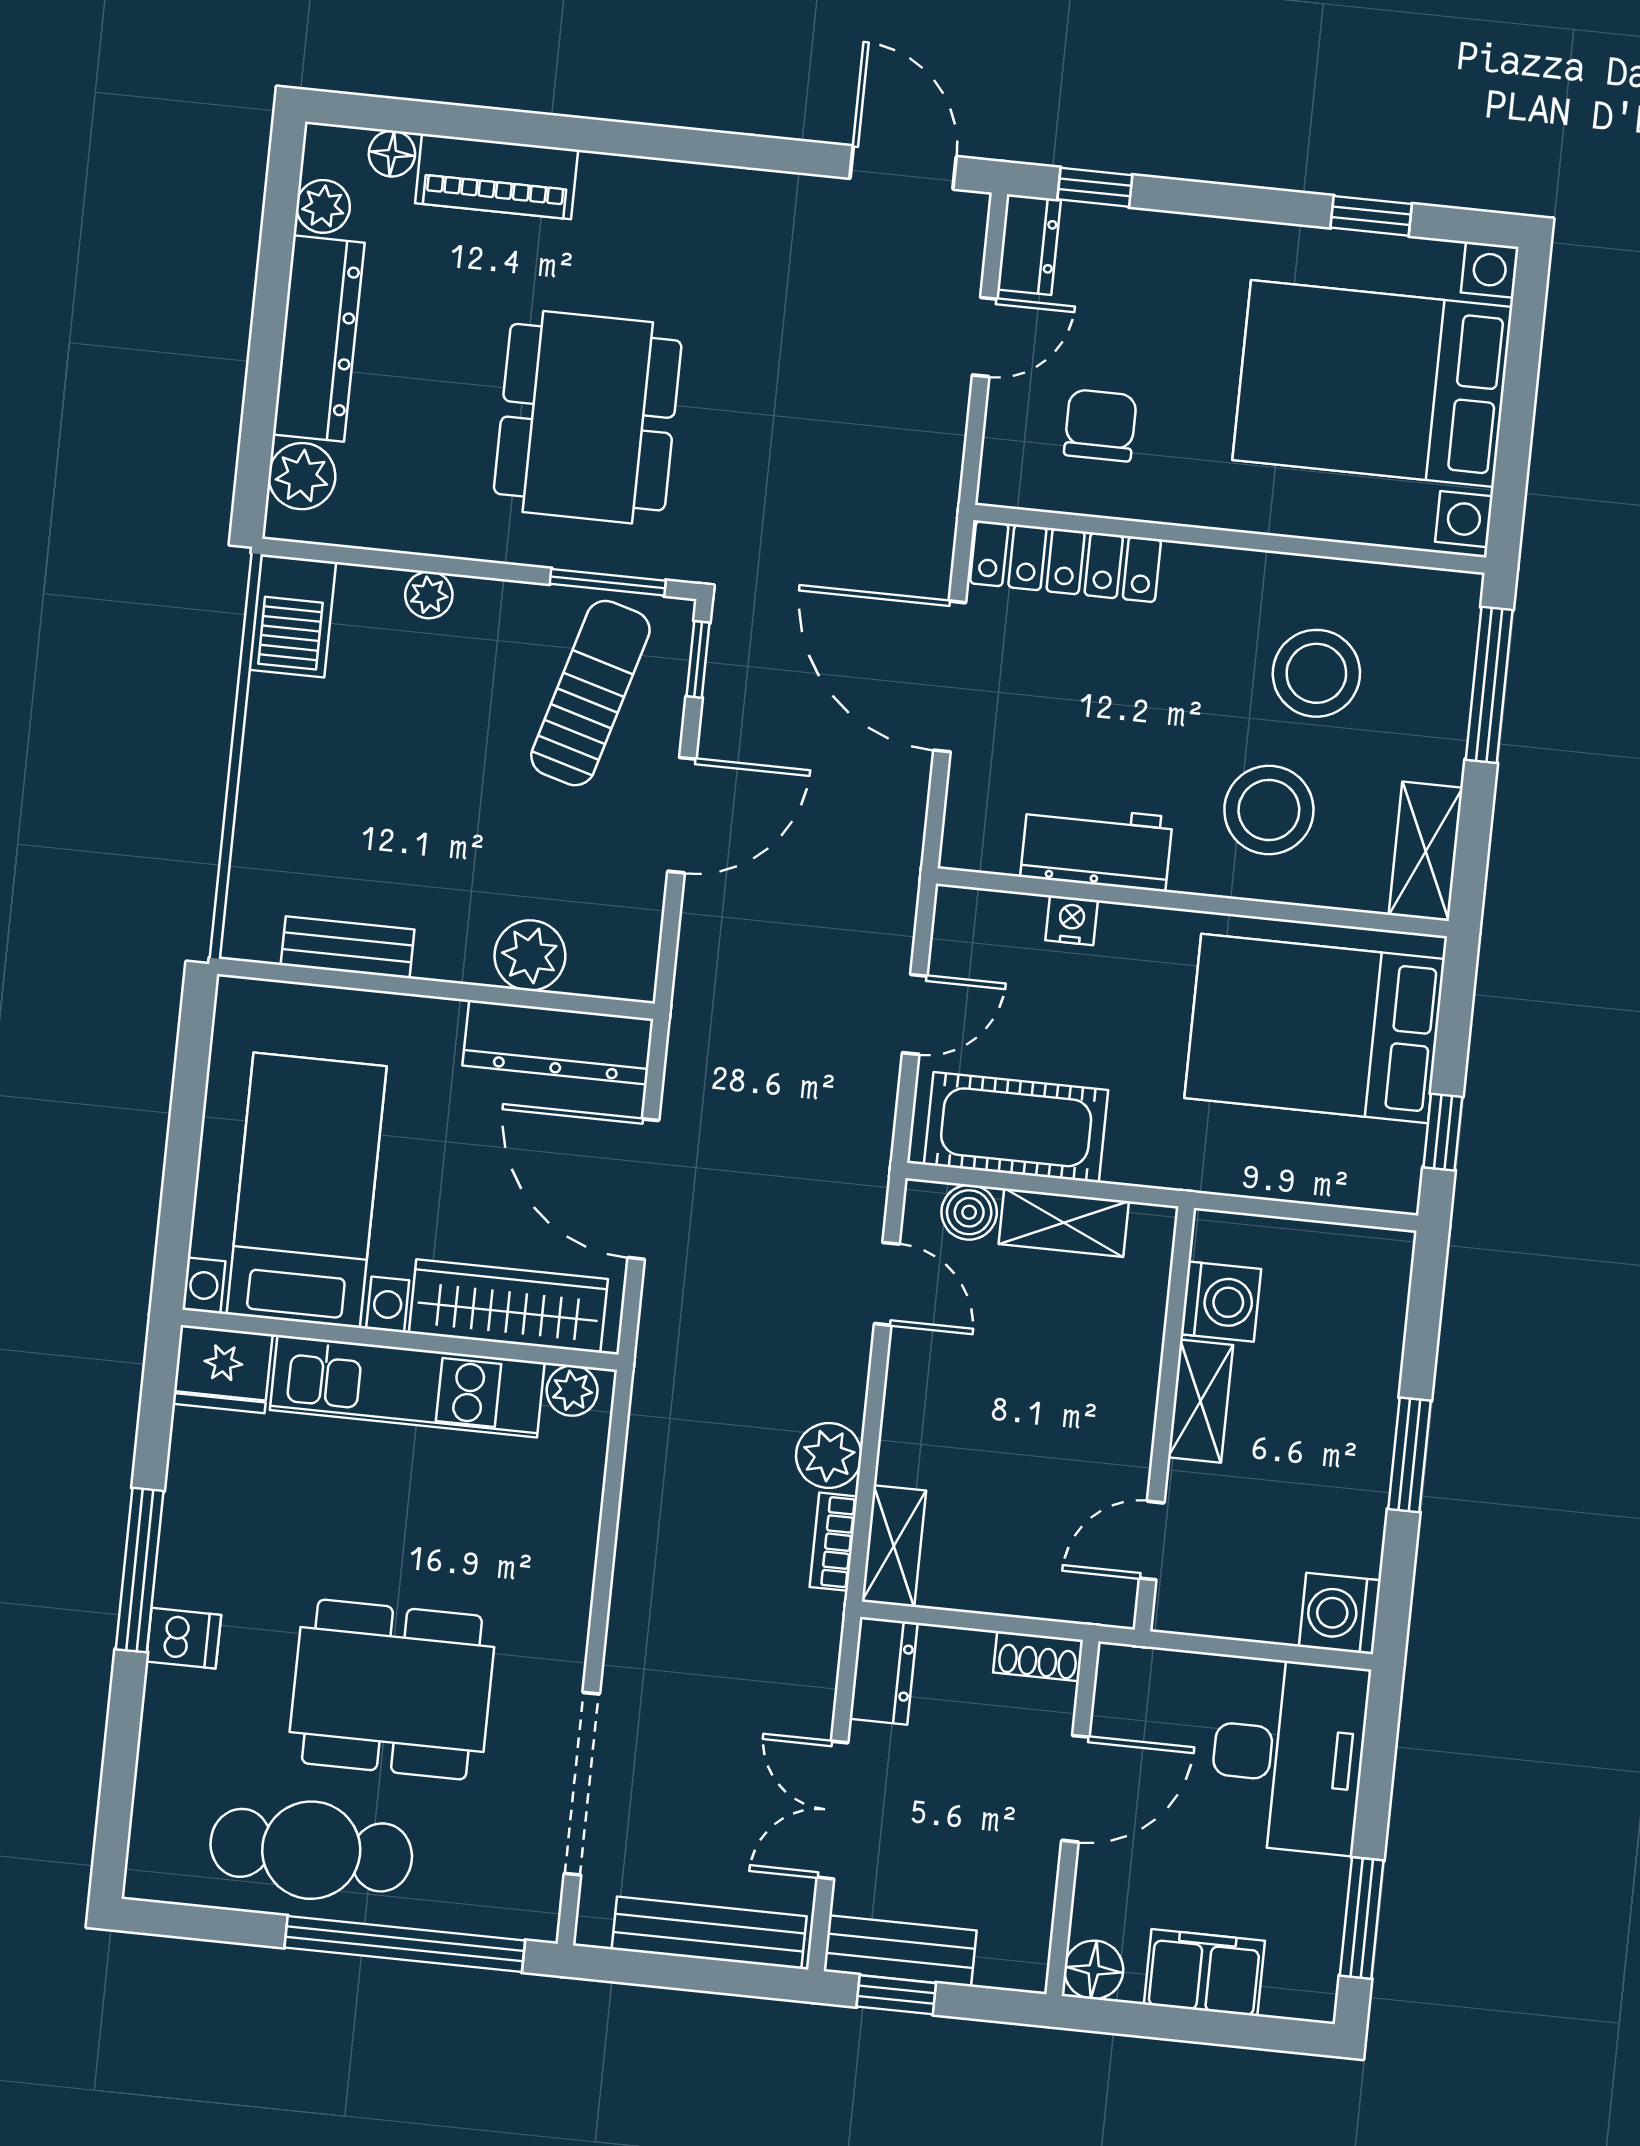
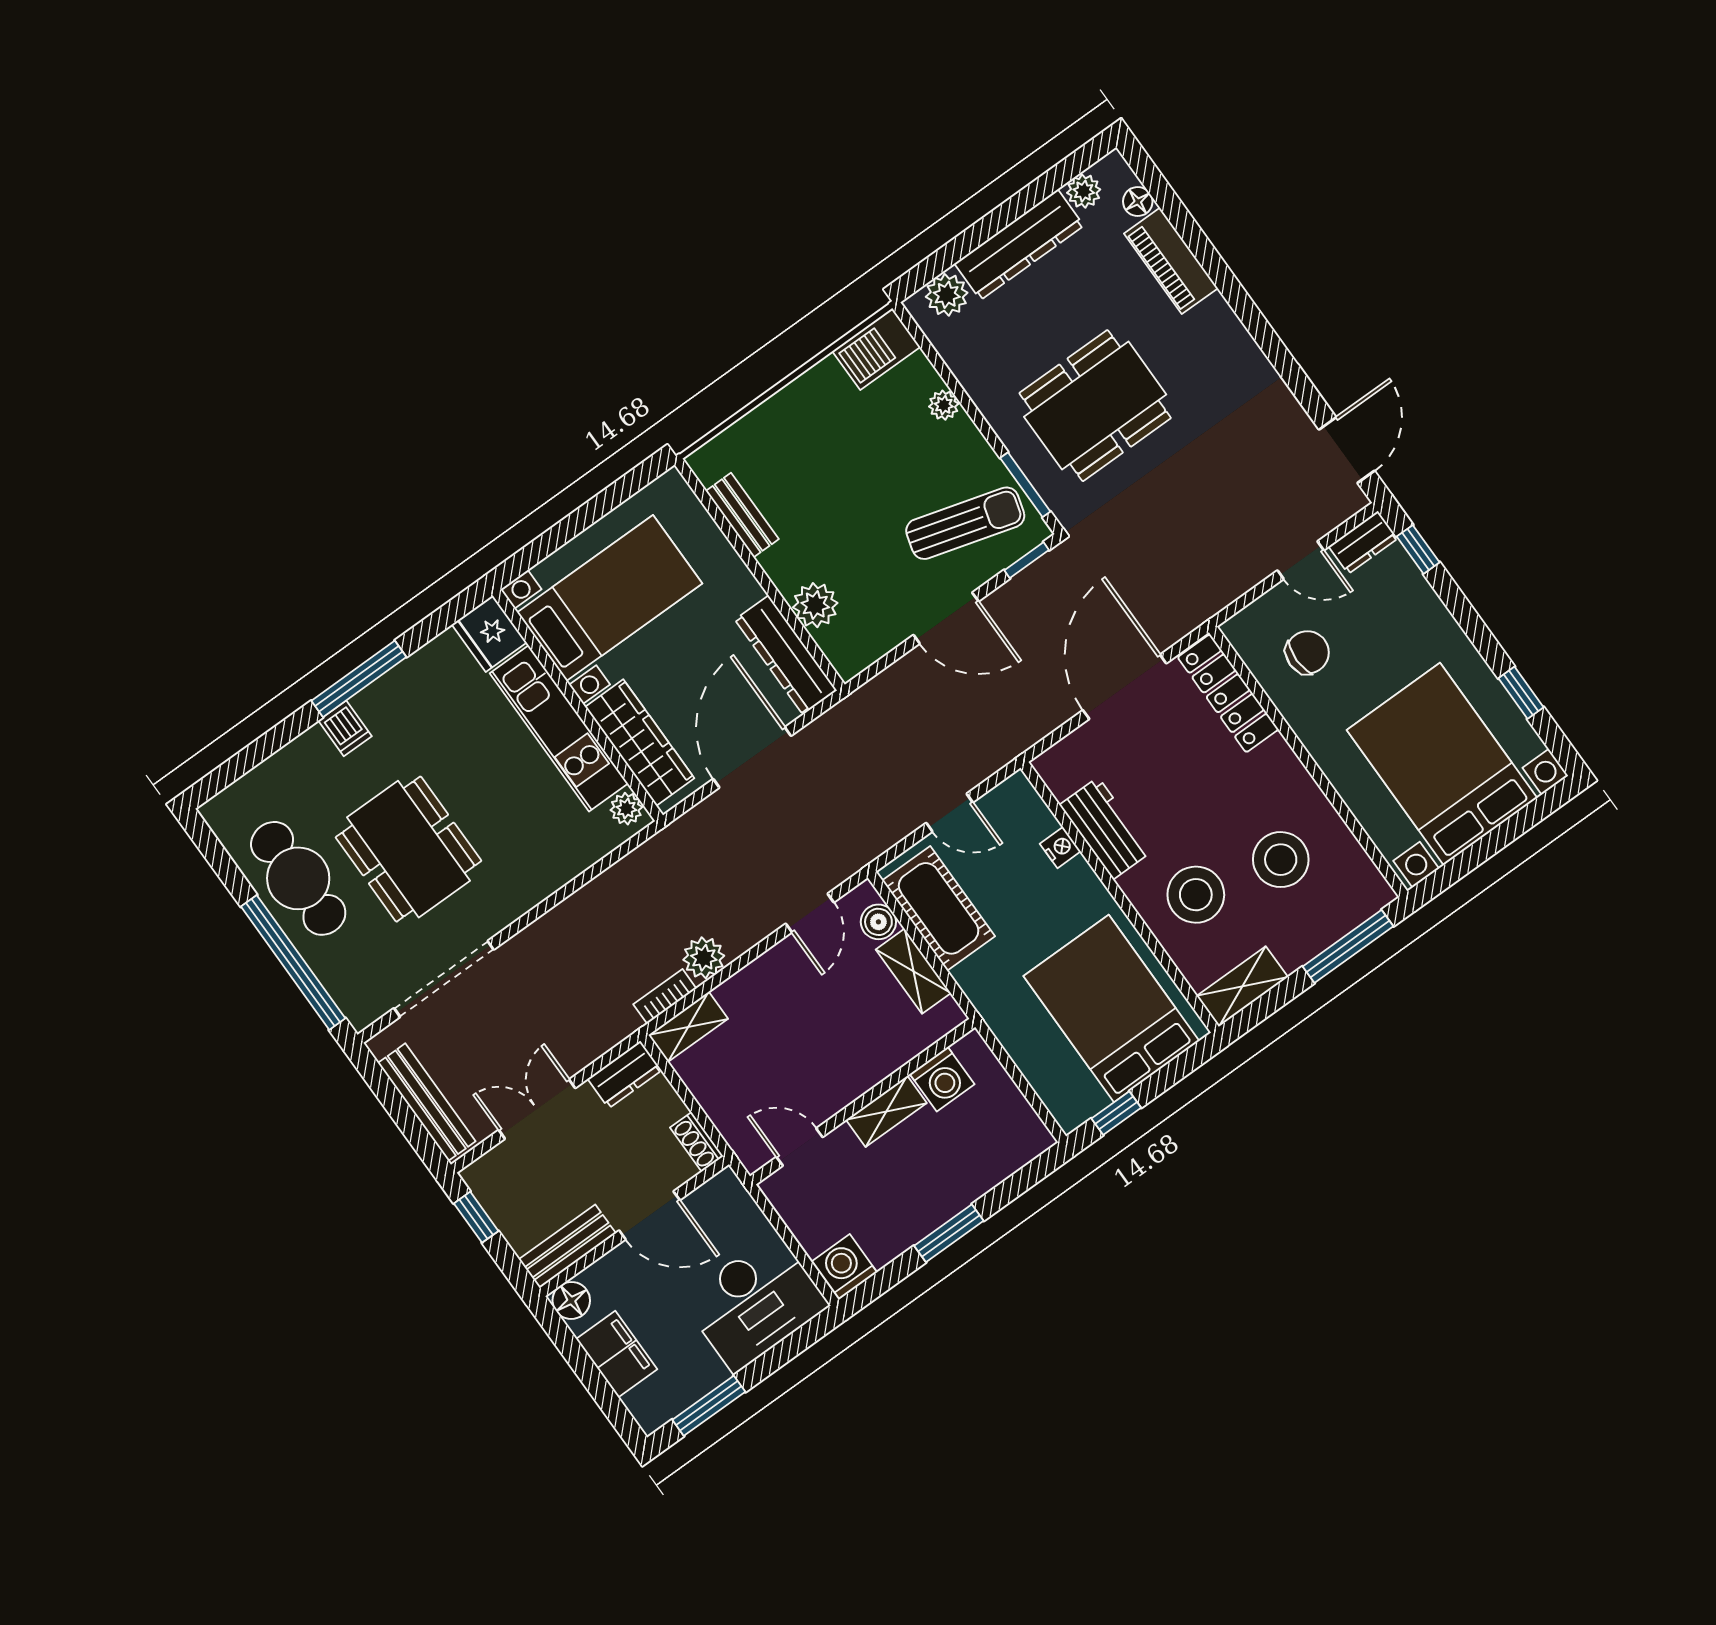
bench: (900, 1951) -> (567, 1246), moved, turned 90

